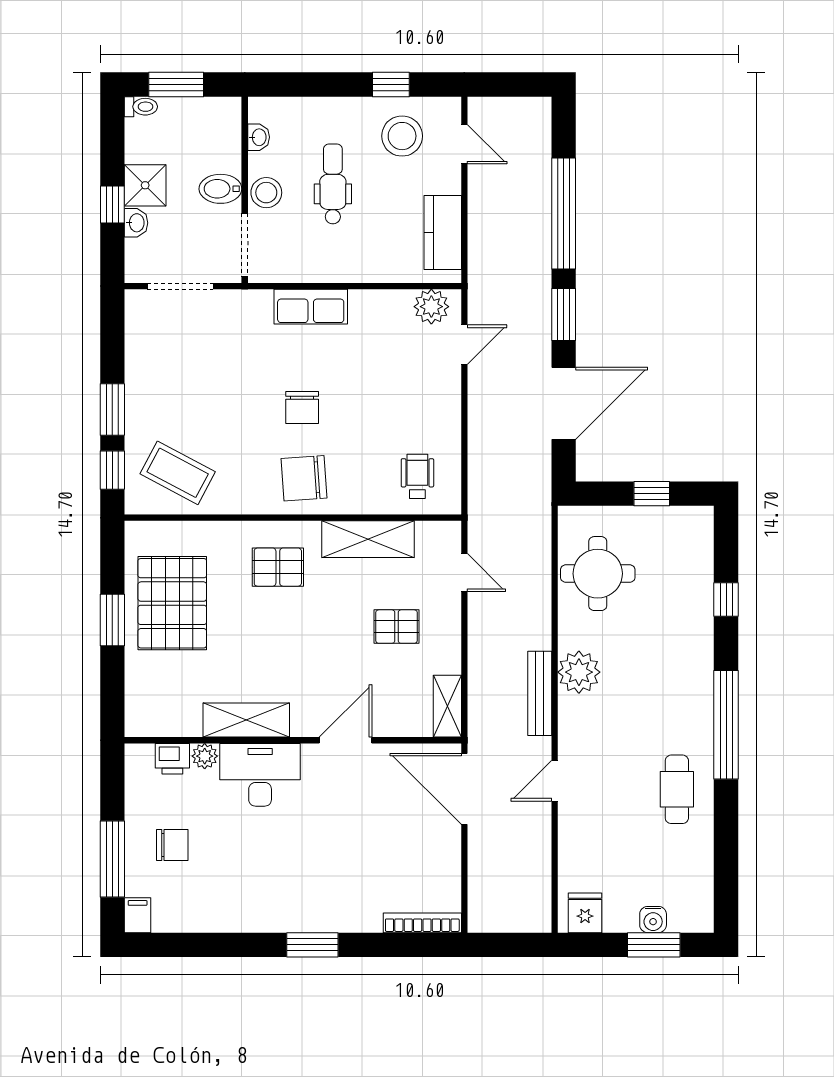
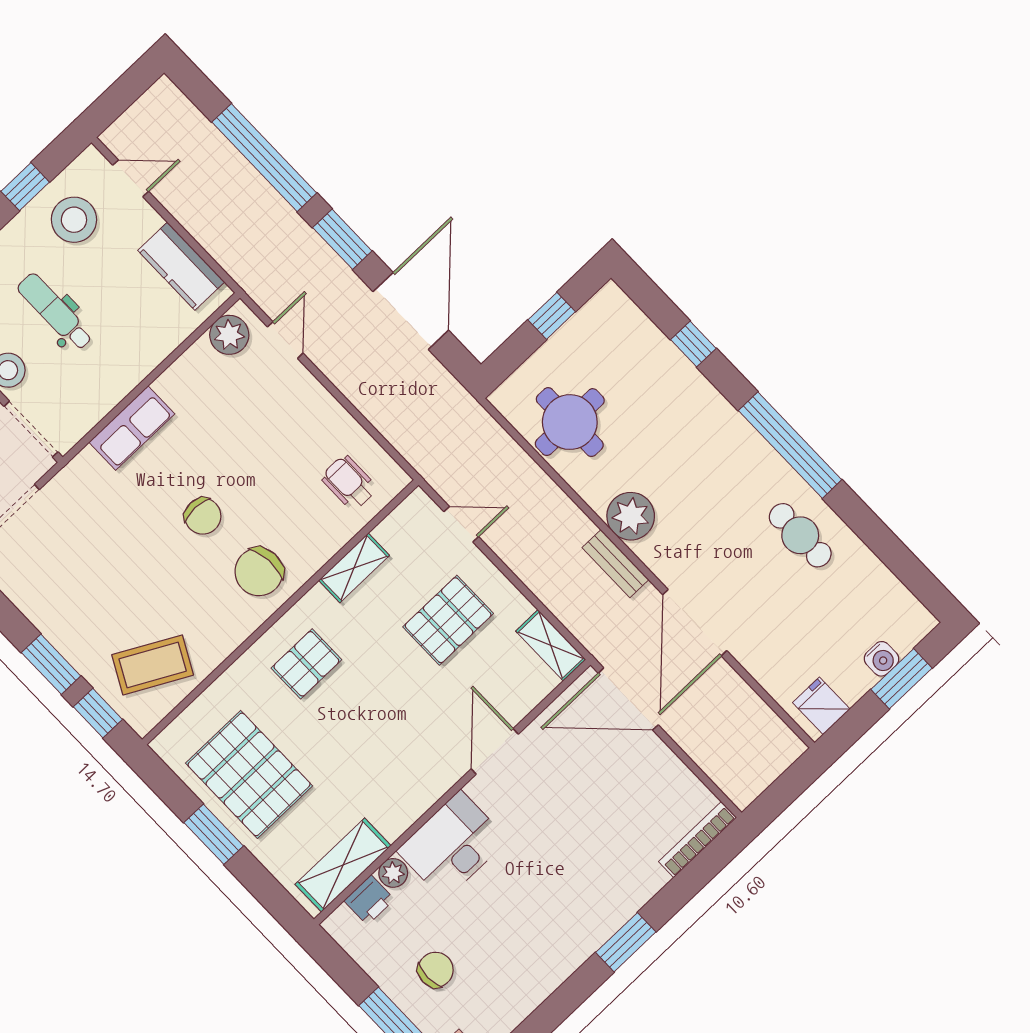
shelving: (368, 539) -> (354, 568), width x0.67, depth x0.75
pallet: (396, 627) -> (448, 620), width x1.50, depth x1.42
bench: (540, 693) -> (615, 564), width x0.73
shelving: (246, 720) -> (343, 865), moved
door: (555, 781) -> (695, 623), width x1.88

